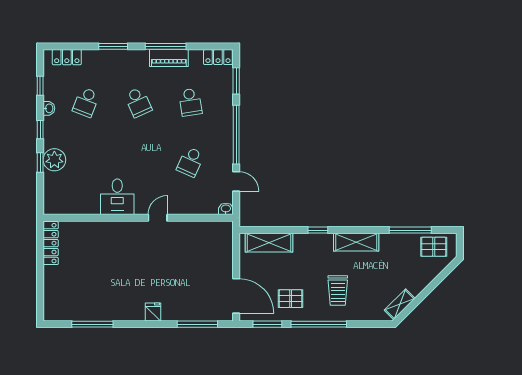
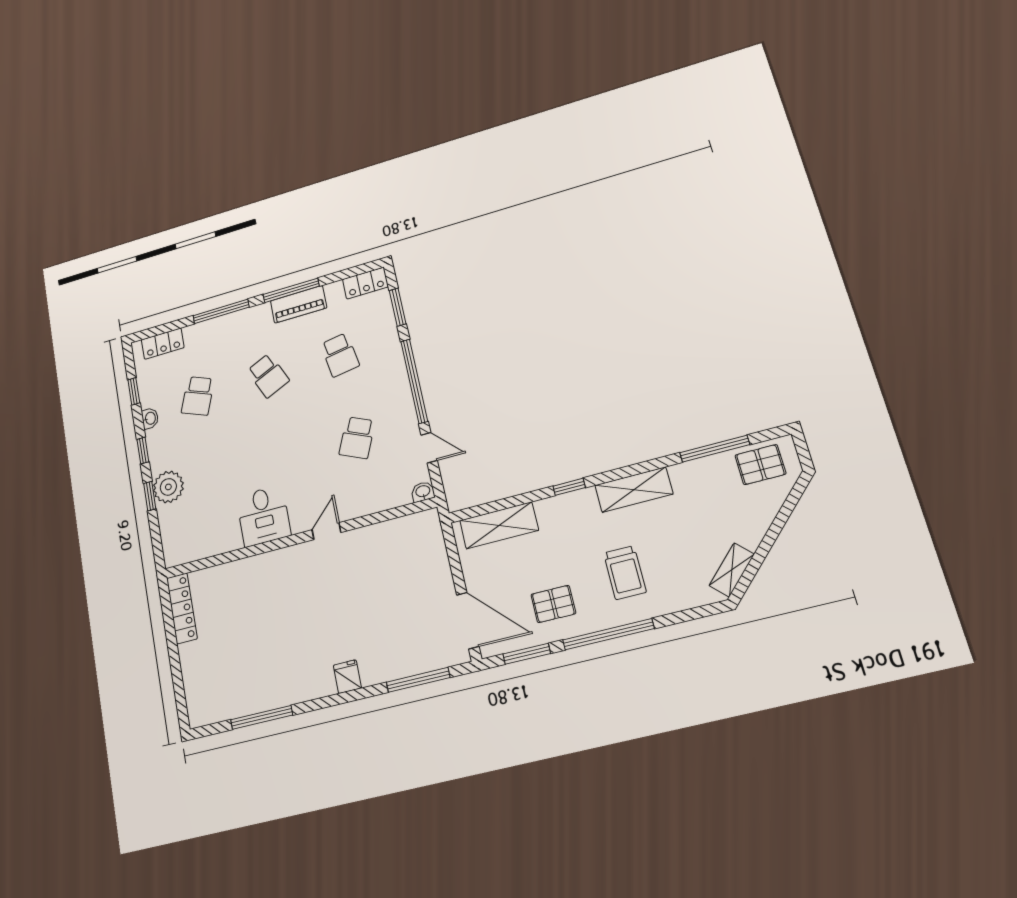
window: (113, 46) -> (221, 311), width x1.44

